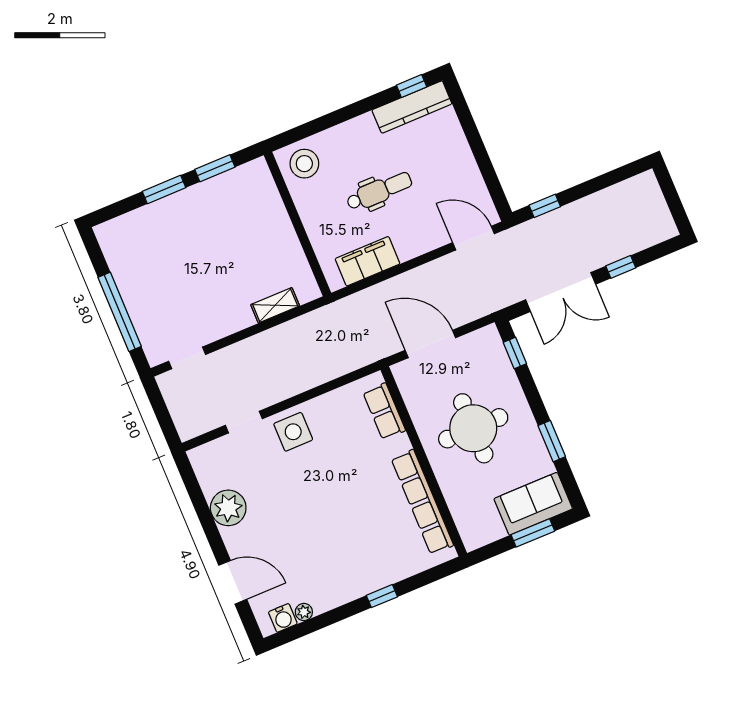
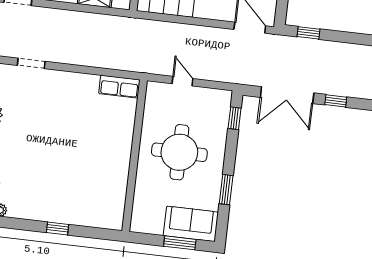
door: (430, 344) -> (182, 81), width x0.53
row of seats: (384, 411) -> (119, 87), moved, turned -90
side table: (293, 432) -> (60, 88), removed
row of seats: (422, 502) -> (119, 182), removed

